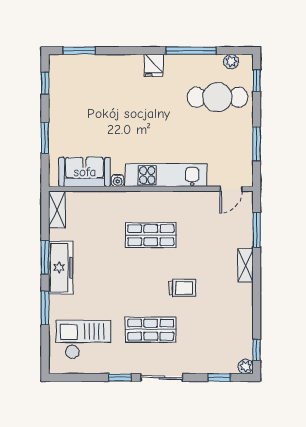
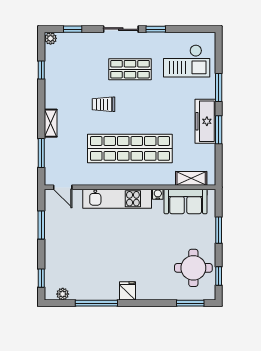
round table: (75, 93) -> (193, 268), added
cafe table: (217, 97) -> (74, 264), removed
door: (231, 189) -> (63, 187), swing flipped
shelving: (57, 210) -> (191, 178), moved, turned 90
shop shelf: (151, 235) -> (130, 148), width x2.00, depth x1.36
window: (257, 350) -> (41, 70), moved

